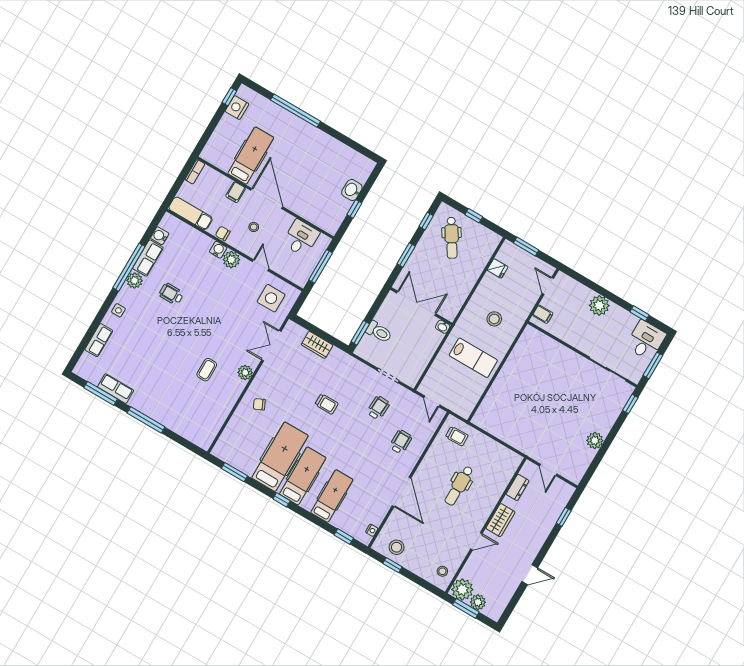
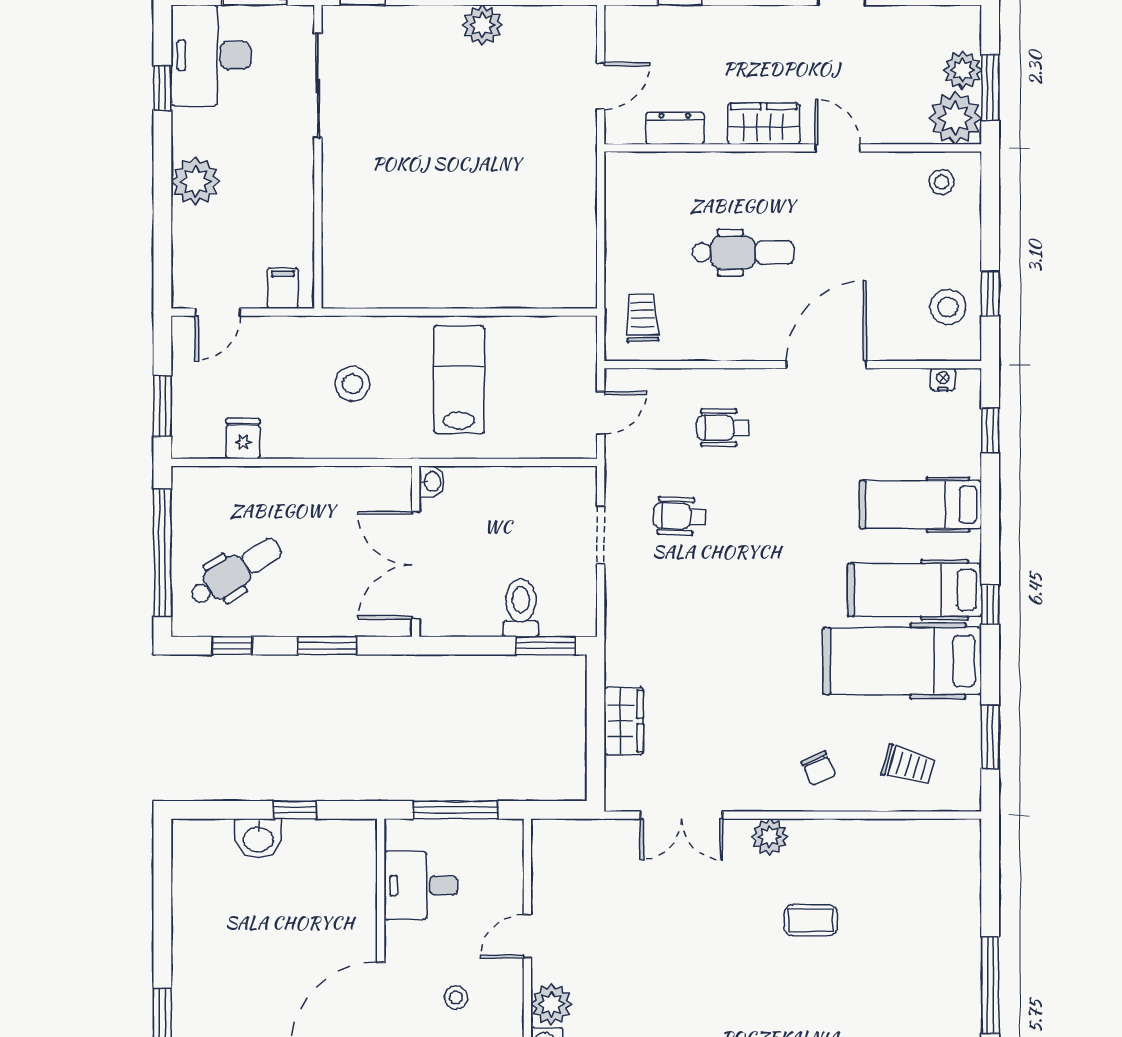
window: (474, 216) -> (162, 553), width x3.17
side table: (271, 298) -> (583, 874), removed
desk: (646, 340) -> (211, 55), width x1.37
trolley: (327, 404) -> (909, 765), moved, turned 106

